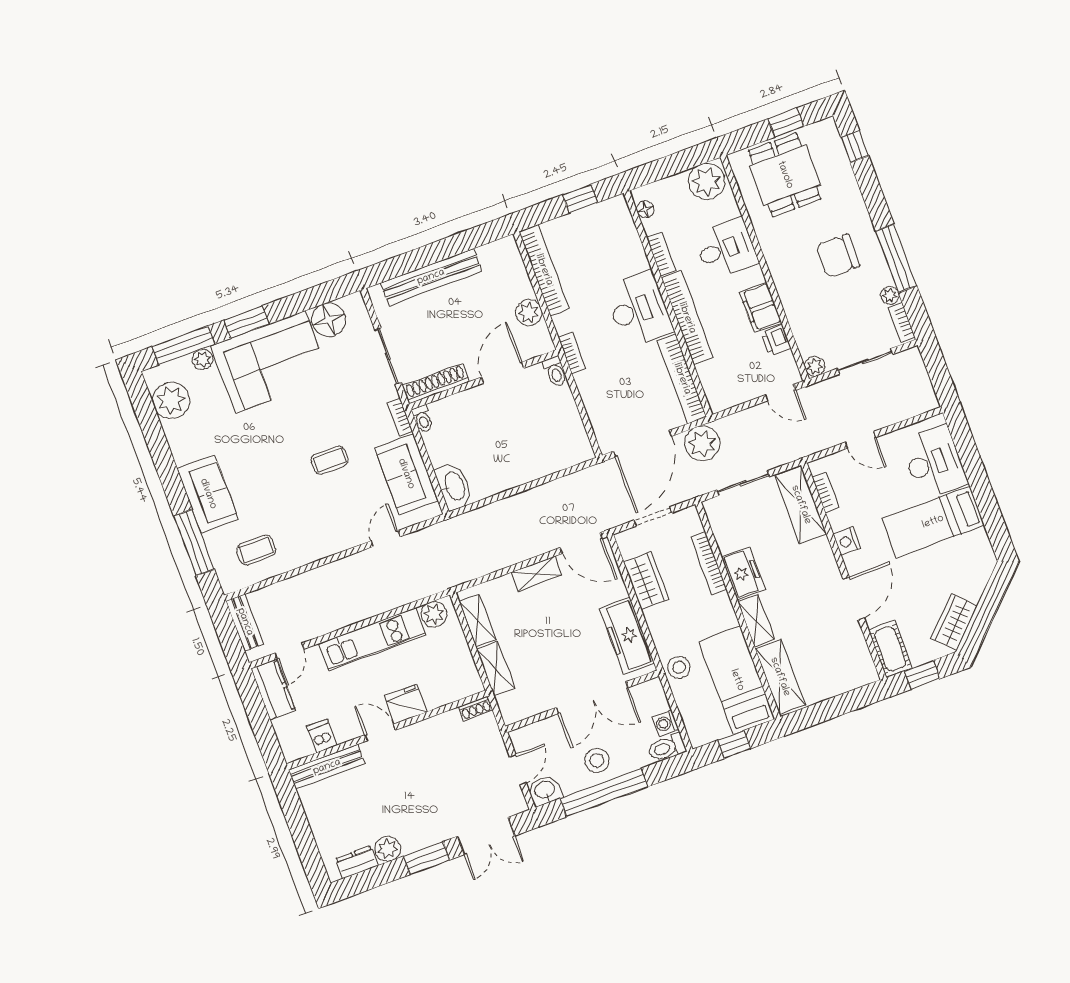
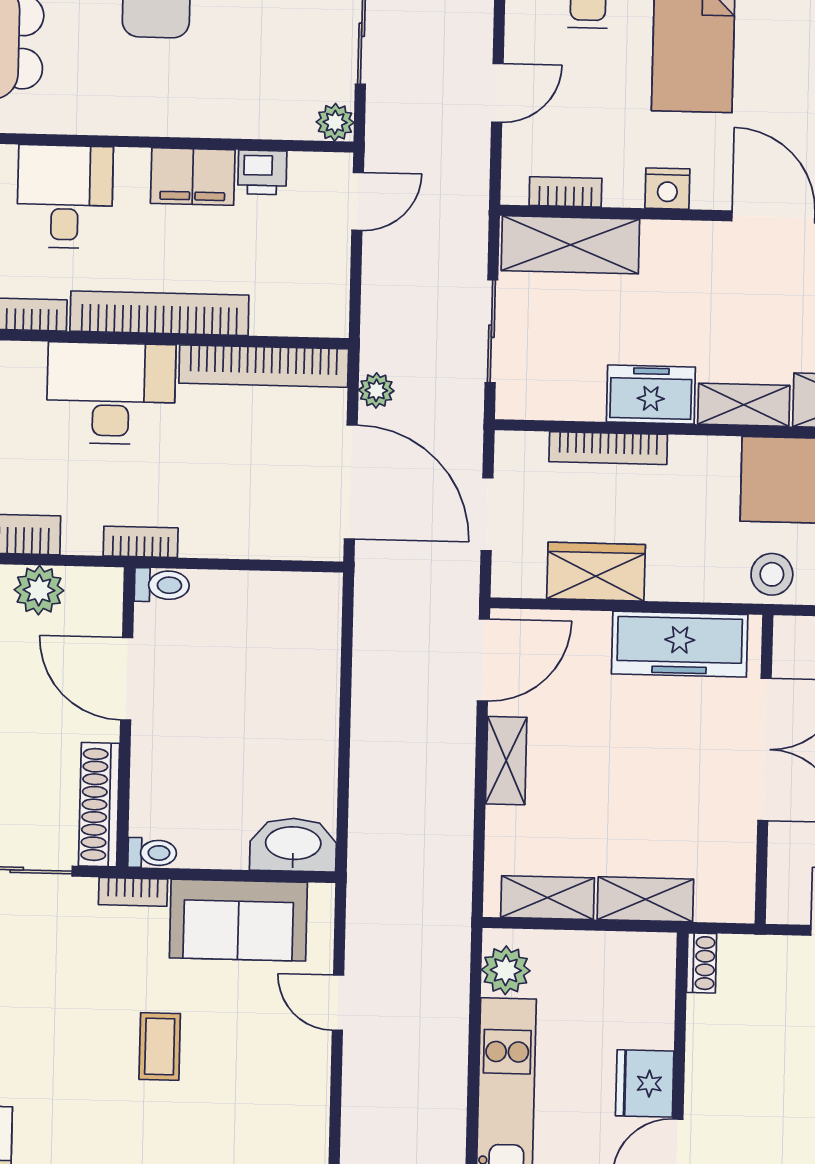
plant: (702, 443) -> (376, 390), width x0.53, depth x0.53

